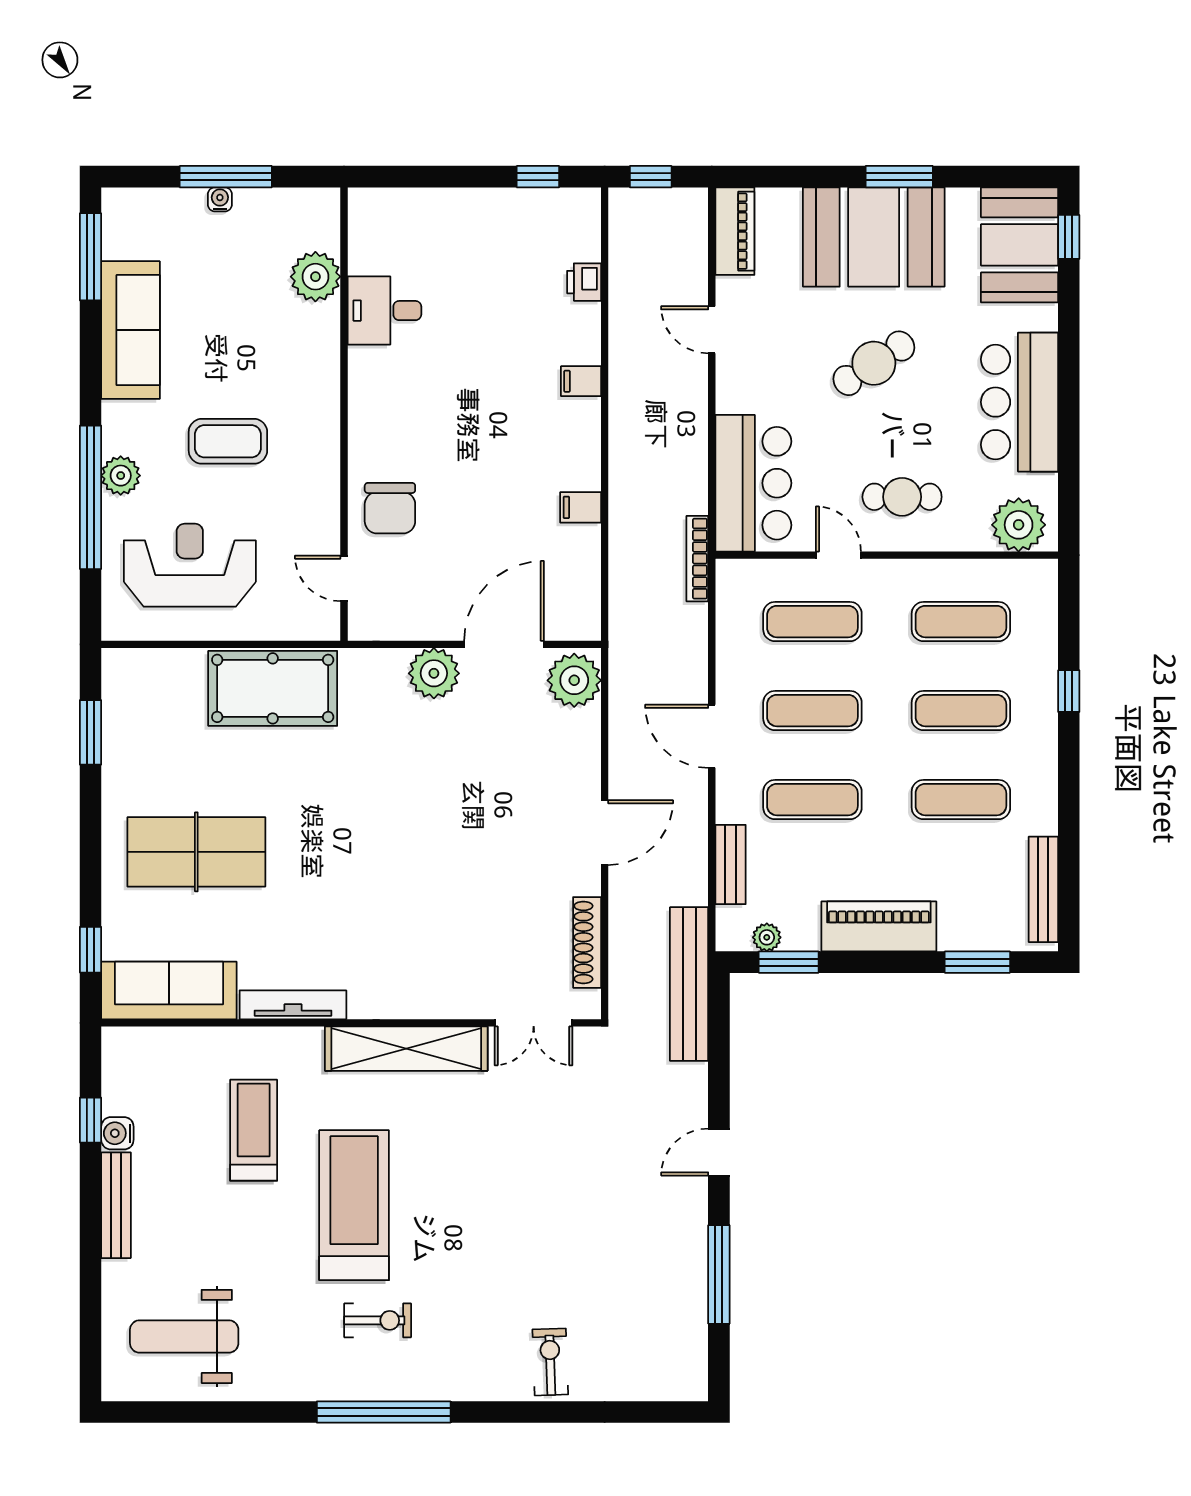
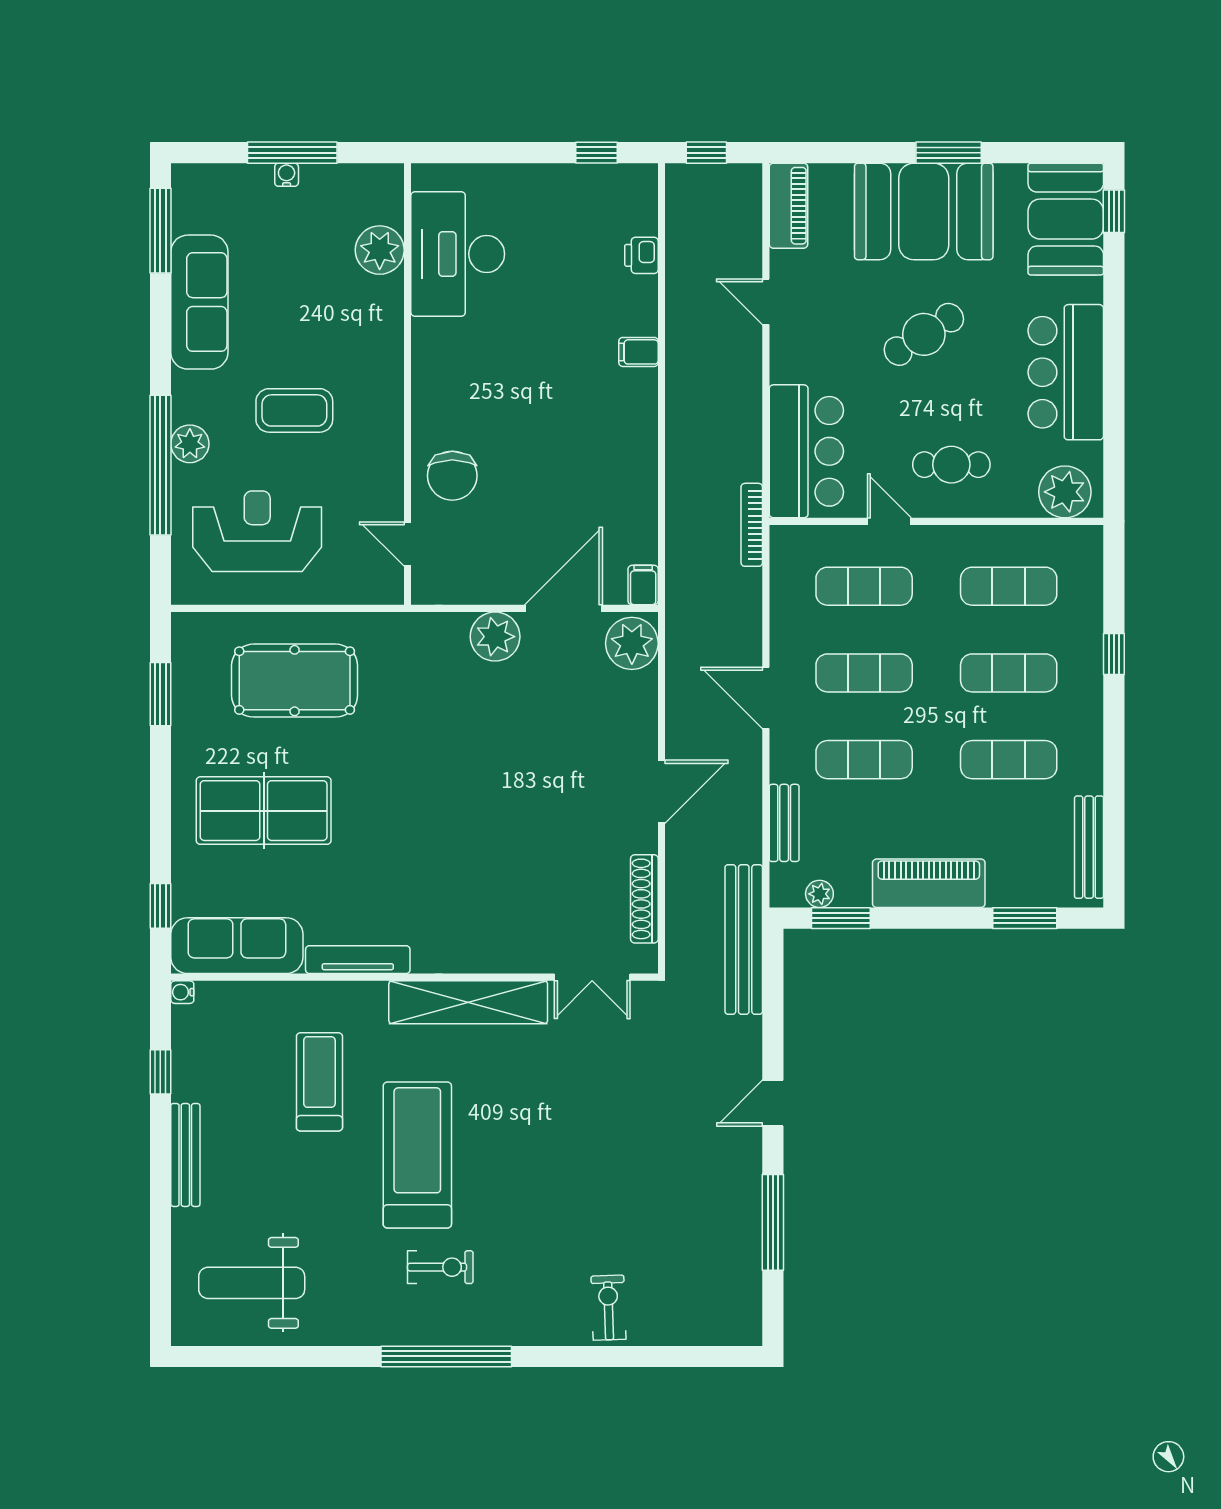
desk: (384, 311) -> (458, 254), width x1.87, depth x1.30
filing cabinet: (581, 507) -> (643, 585), moved, turned 90
pool table: (273, 688) -> (295, 681), moved
water cooler: (117, 1133) -> (182, 992), moved, width x0.72, depth x0.72

